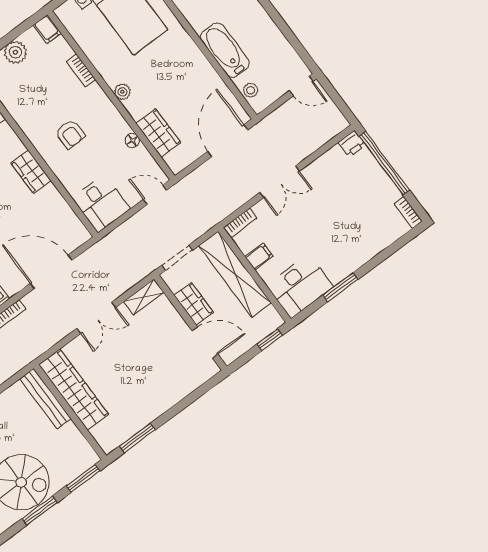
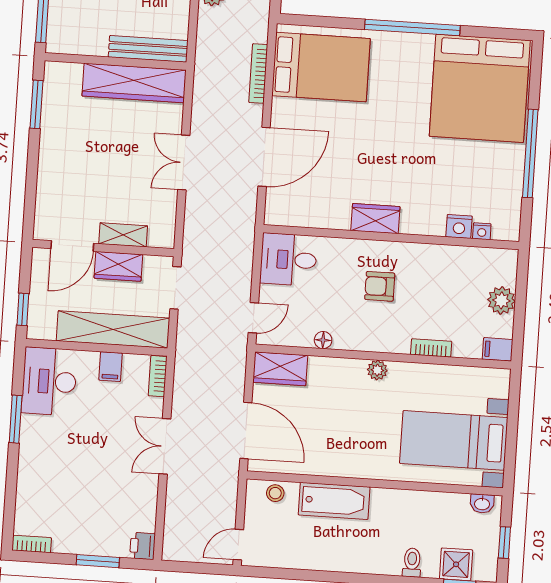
wardrobe: (158, 133) -> (280, 369), moved
window: (384, 163) -> (98, 561), width x0.47
shelving: (144, 297) -> (123, 235), moved, turned 90

